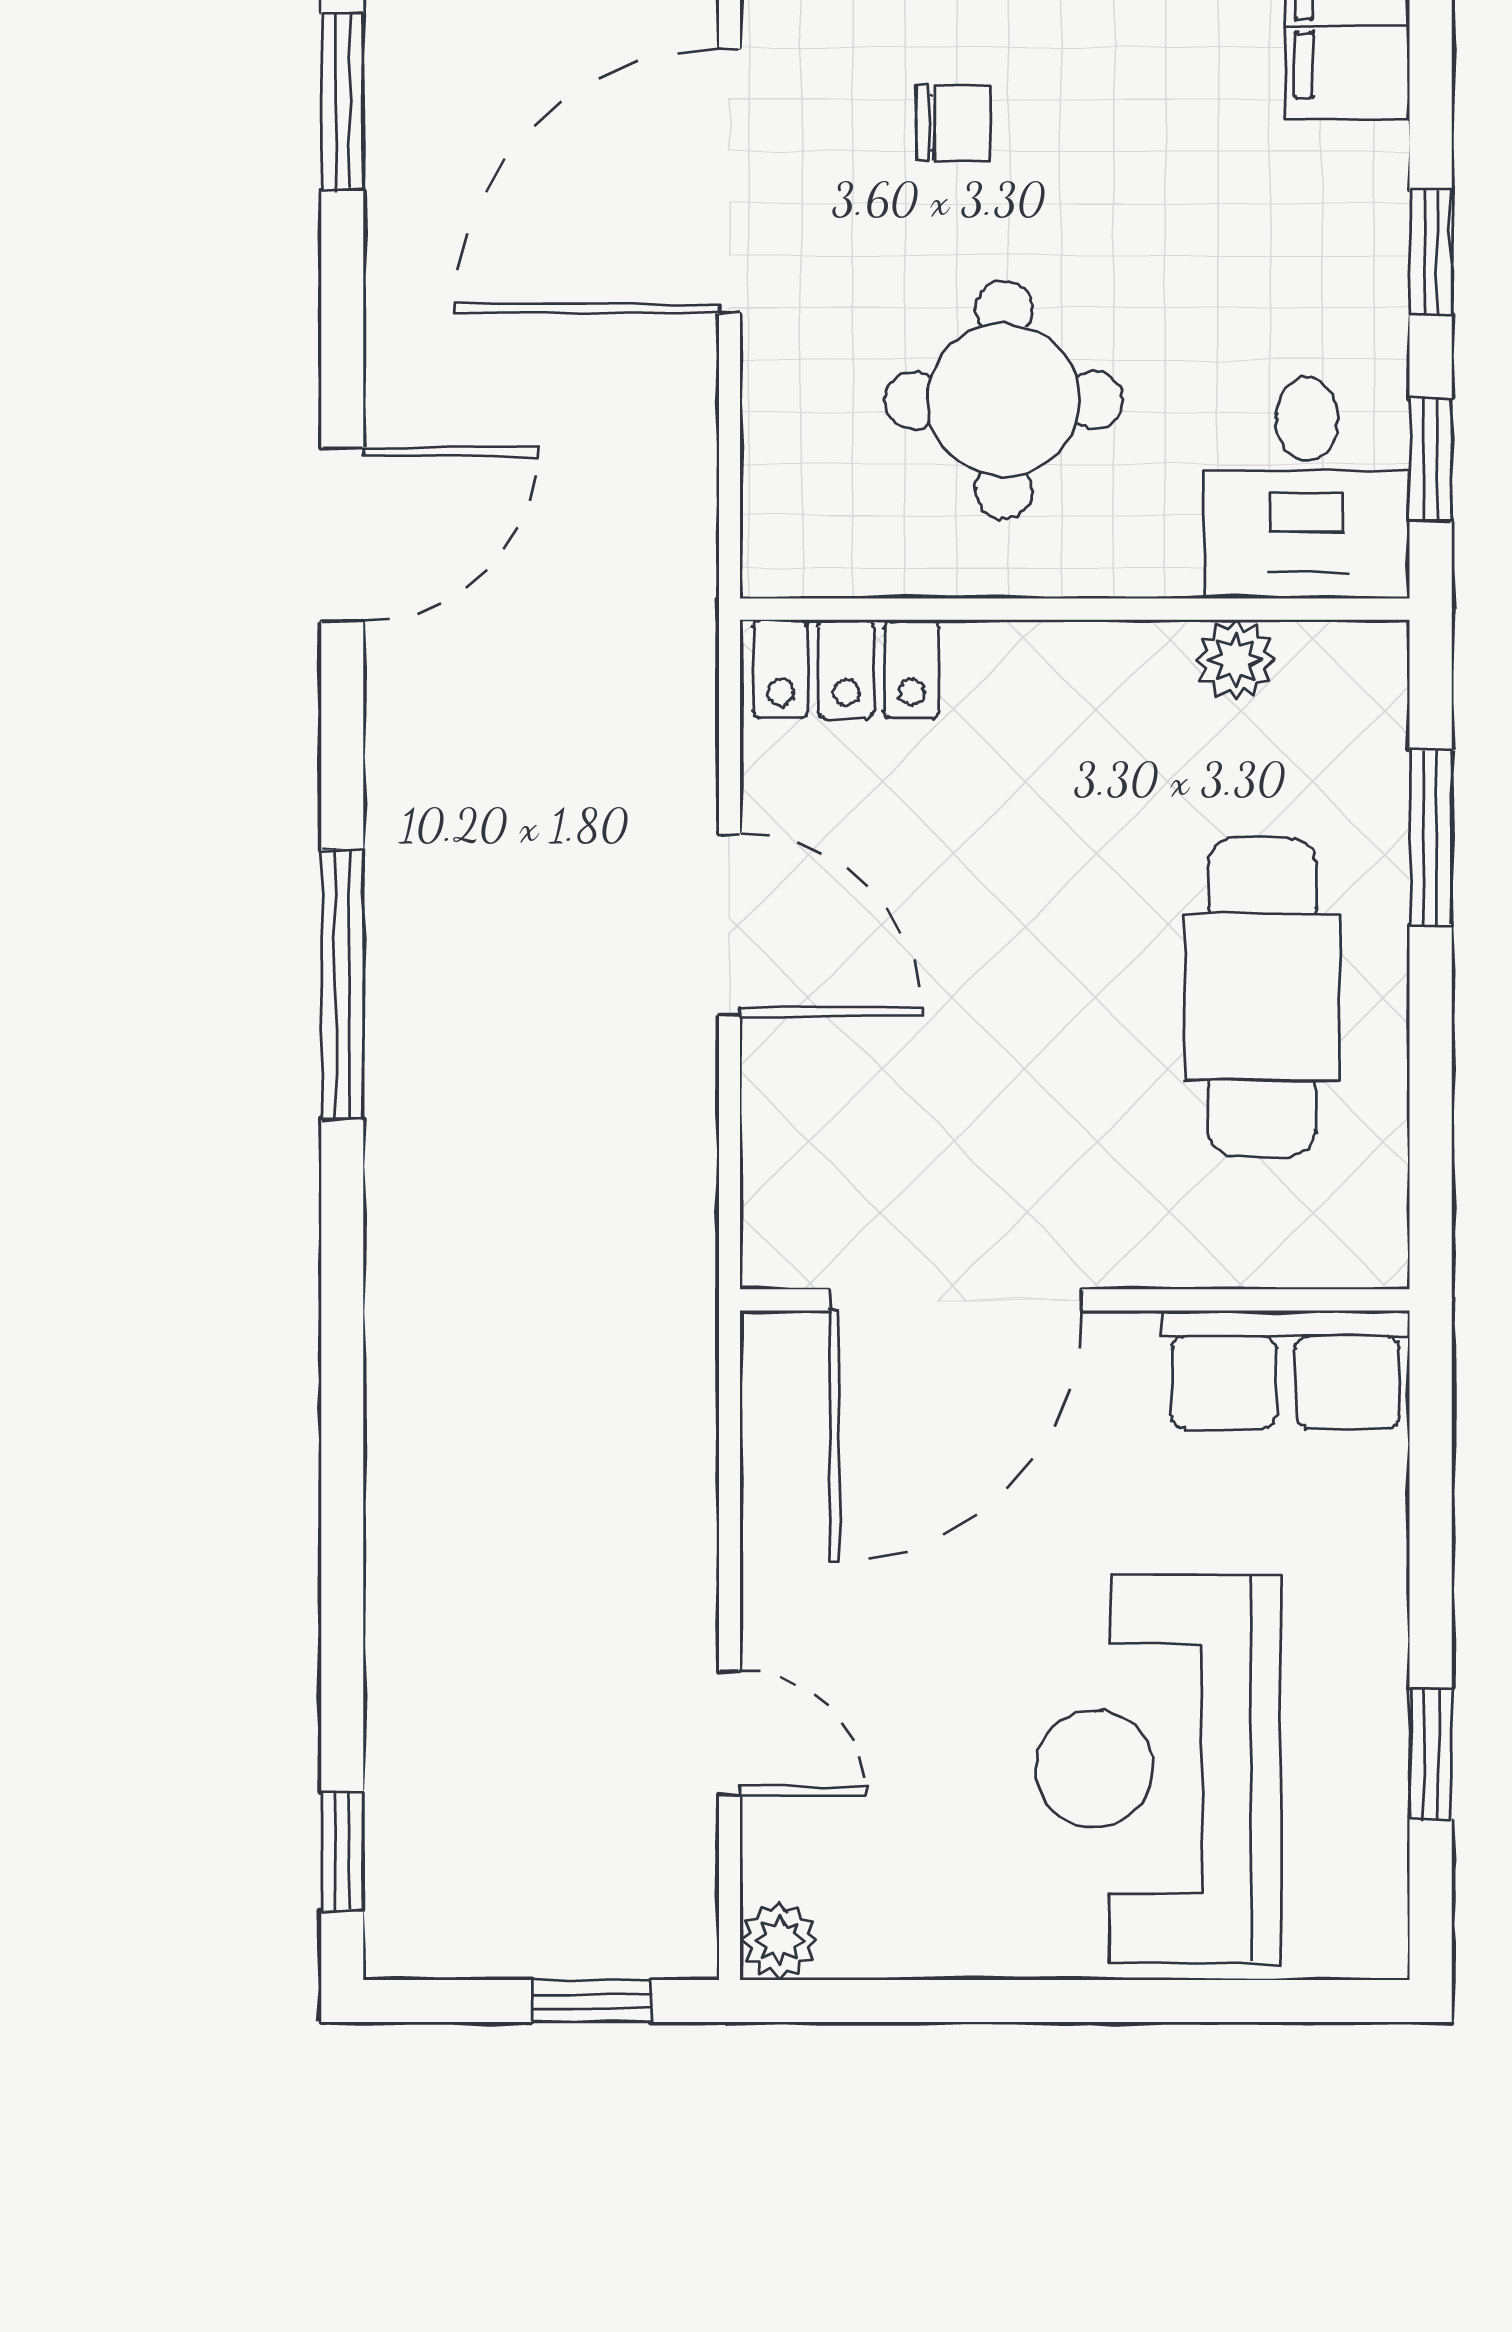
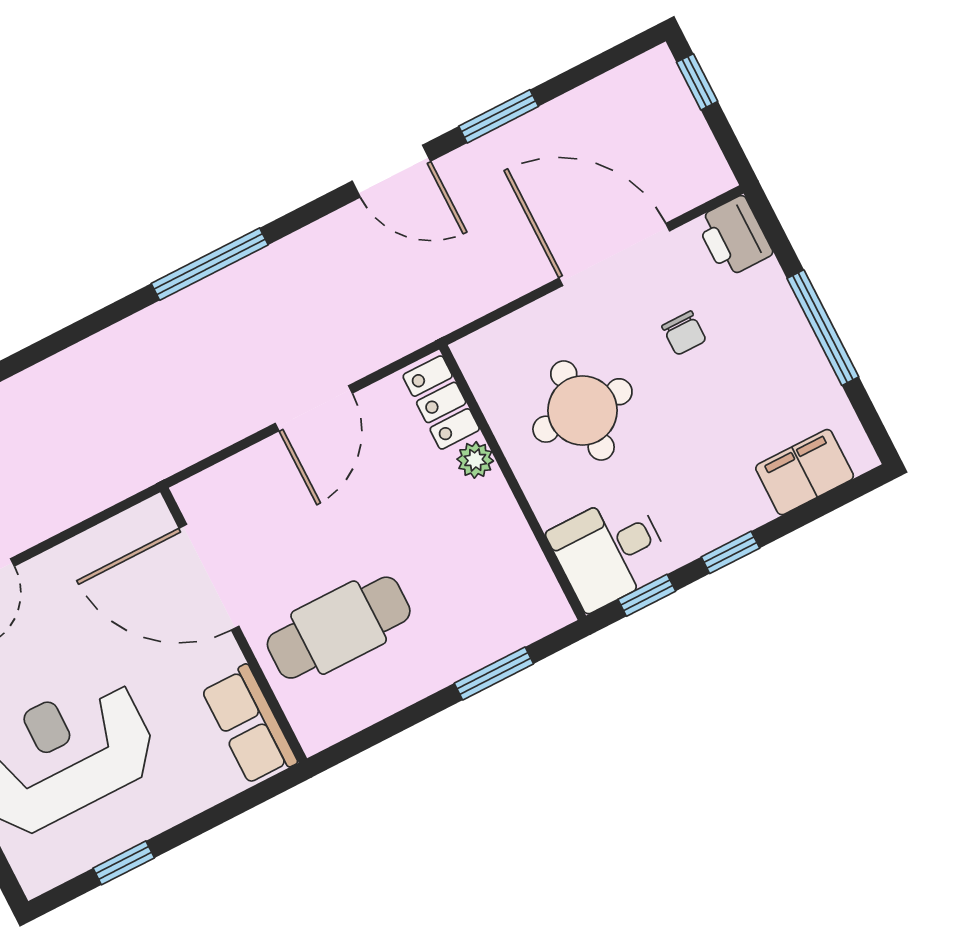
window: (342, 102) -> (499, 116), moved
plant: (1236, 660) -> (475, 460), moved
cafe table: (1262, 997) -> (339, 628), moved

